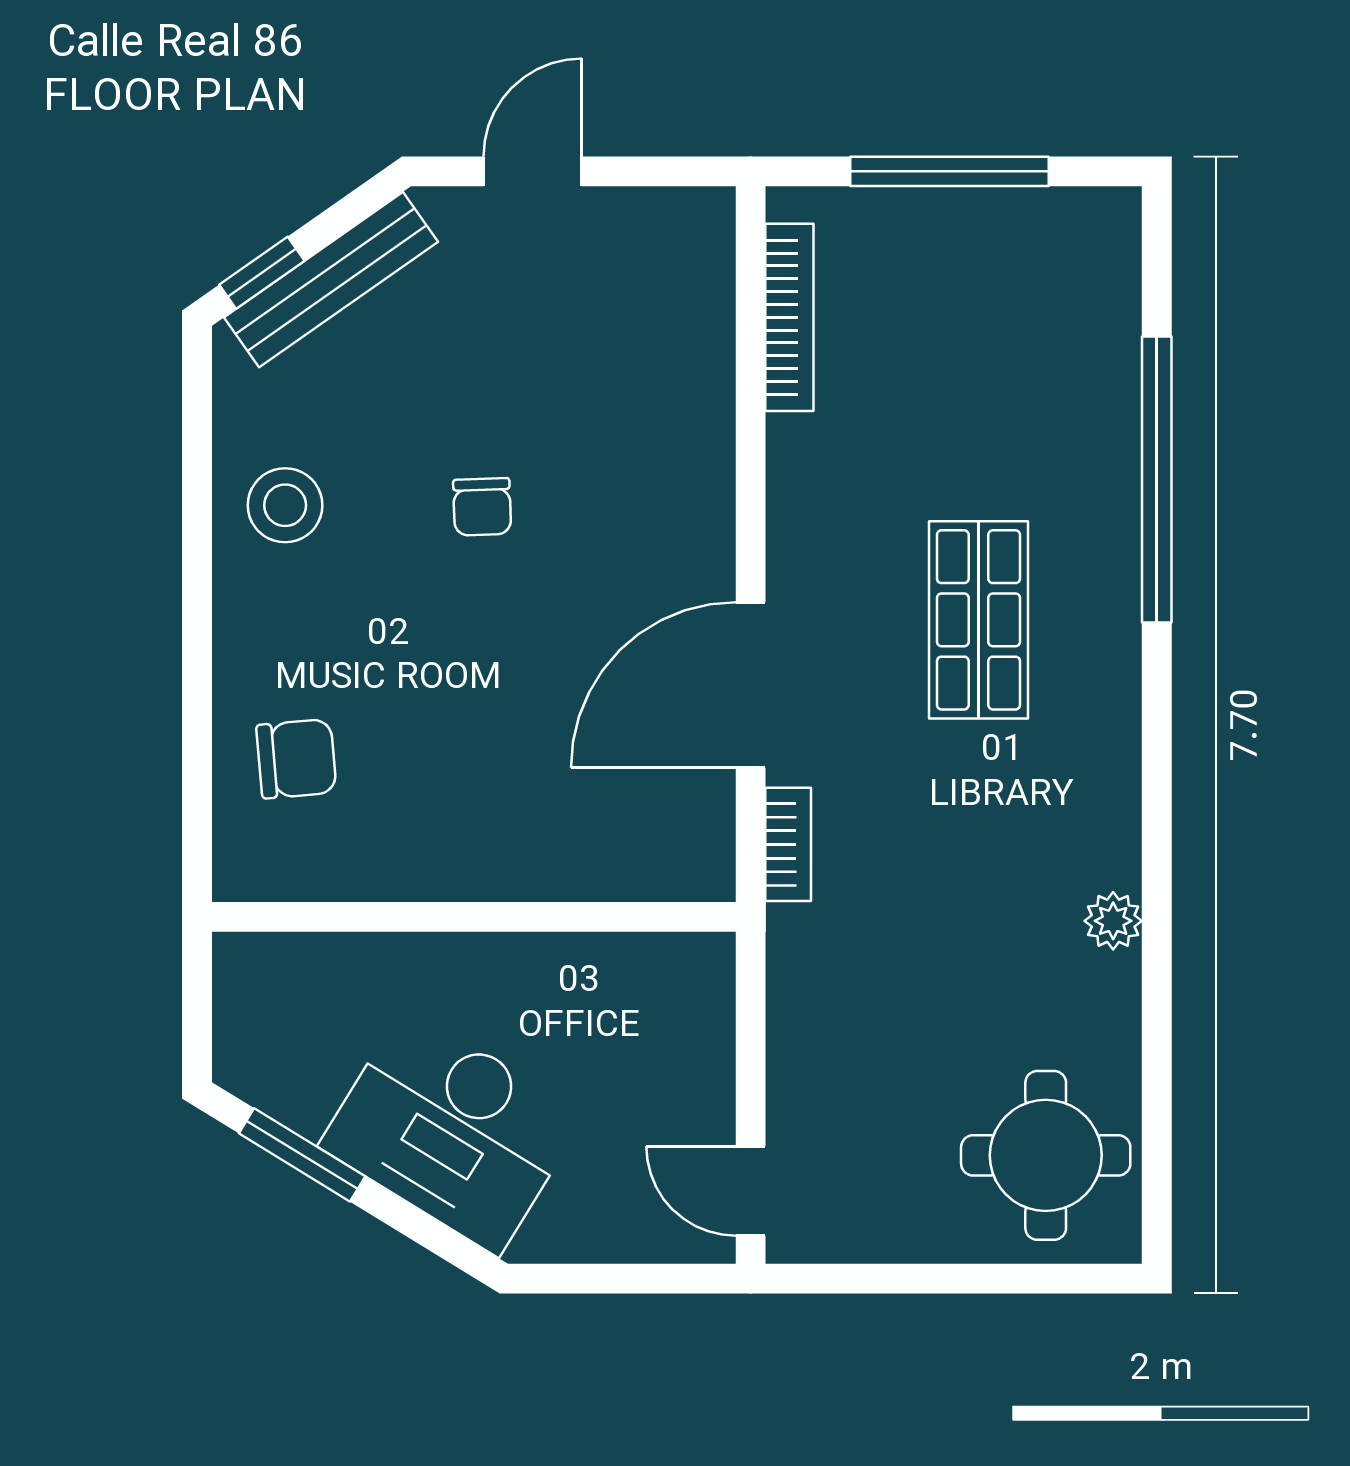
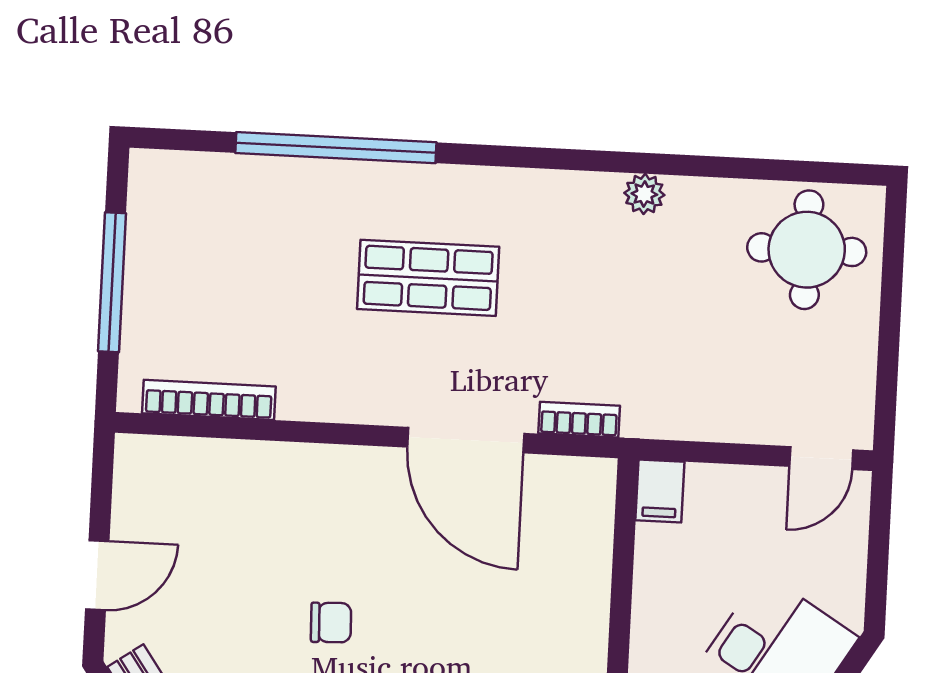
door: (533, 171) -> (97, 575), swing flipped
filing cabinet: (693, 964) -> (660, 491), added

